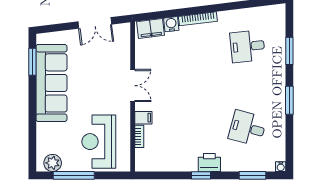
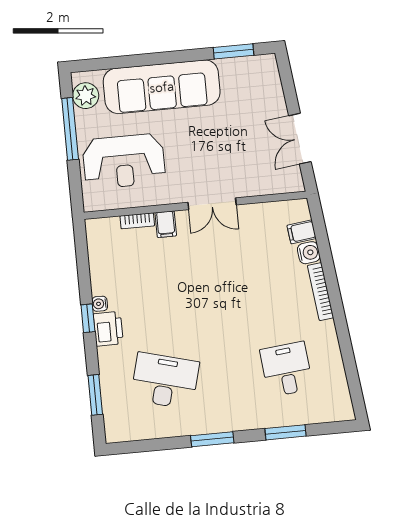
filing cabinet: (151, 28) -> (302, 232), width x0.50
sofa: (51, 83) -> (162, 87), moved
desk: (248, 128) -> (165, 381), width x1.37
reception desk: (99, 142) -> (124, 161), turned 180
water cooler: (281, 167) -> (100, 304), moved

